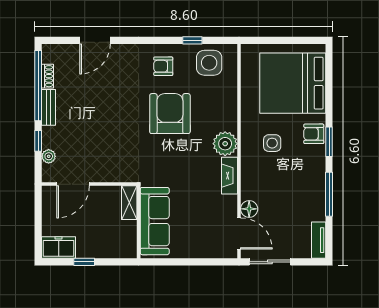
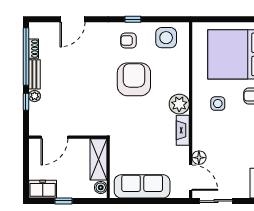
window: (192, 40) -> (133, 19), moved
plant: (49, 156) -> (35, 96), moved
shelving: (129, 203) -> (99, 159), width x1.50, depth x1.33
sofa: (155, 221) -> (142, 186), moved, turned -90
boiler: (129, 245) -> (101, 187), added

